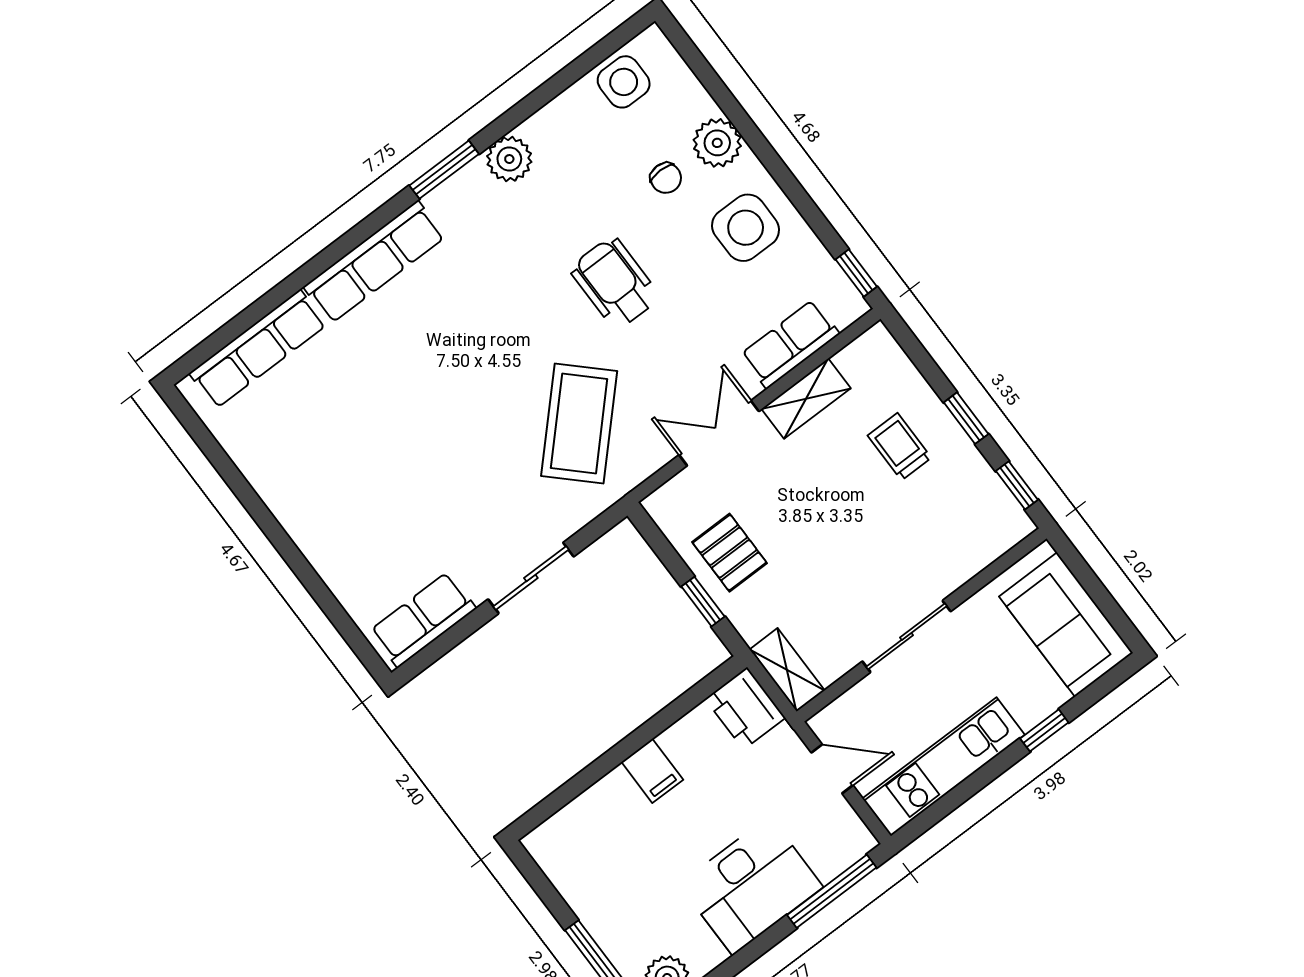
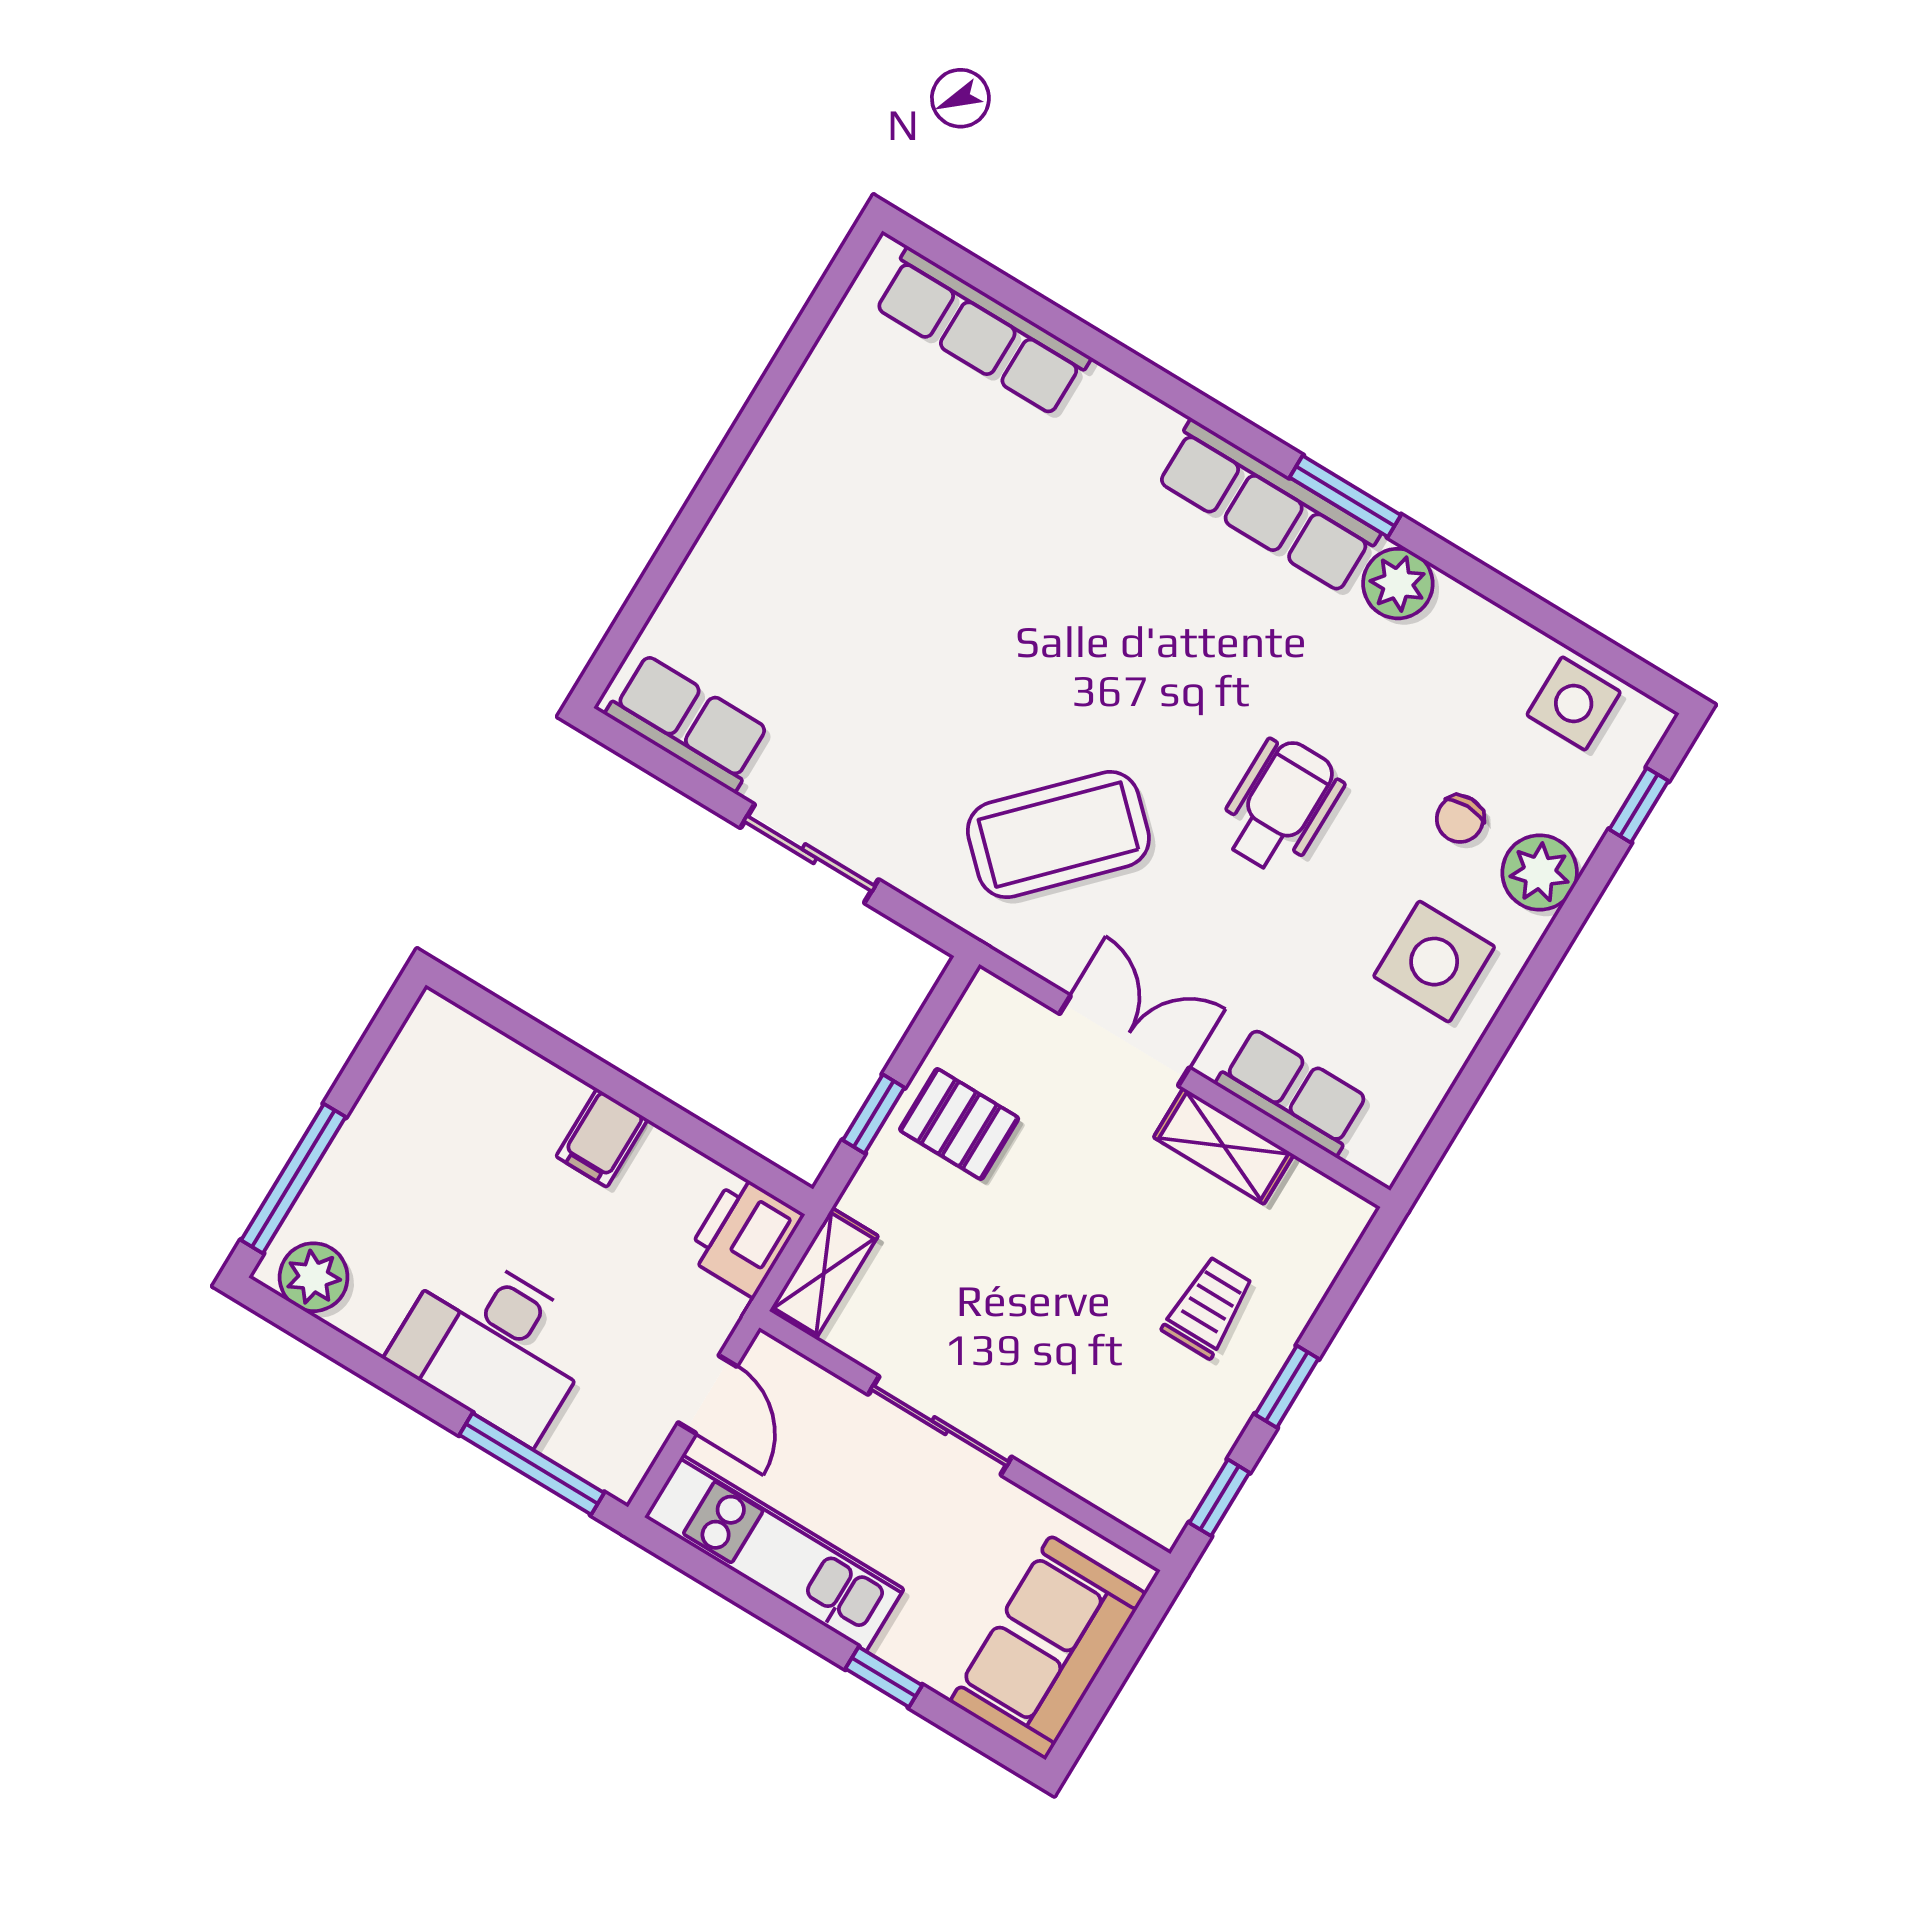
row of seats: (374, 262) -> (1268, 506), moved
window: (856, 273) -> (1639, 805), moved
pallet: (730, 553) -> (959, 1124), turned 90

